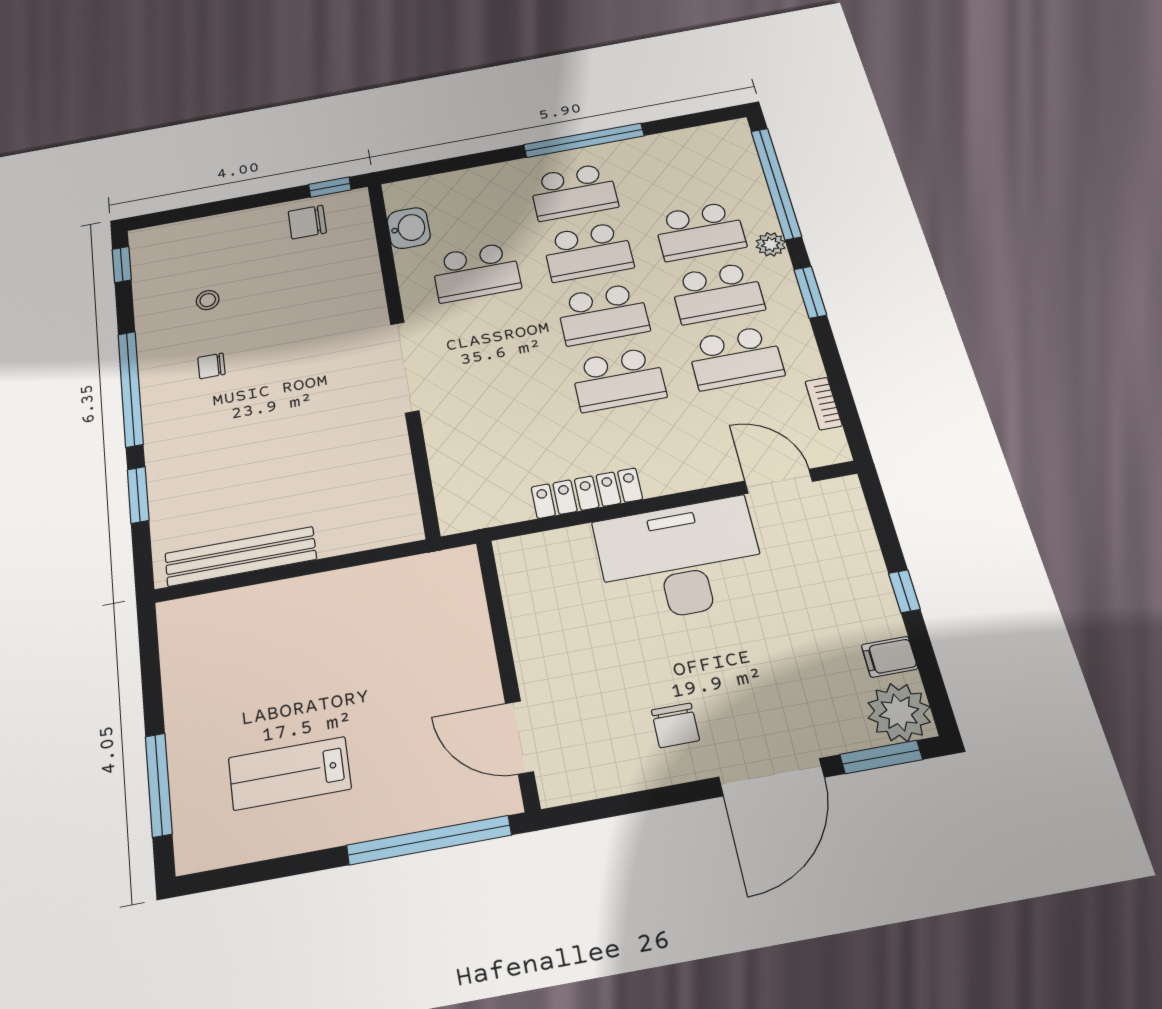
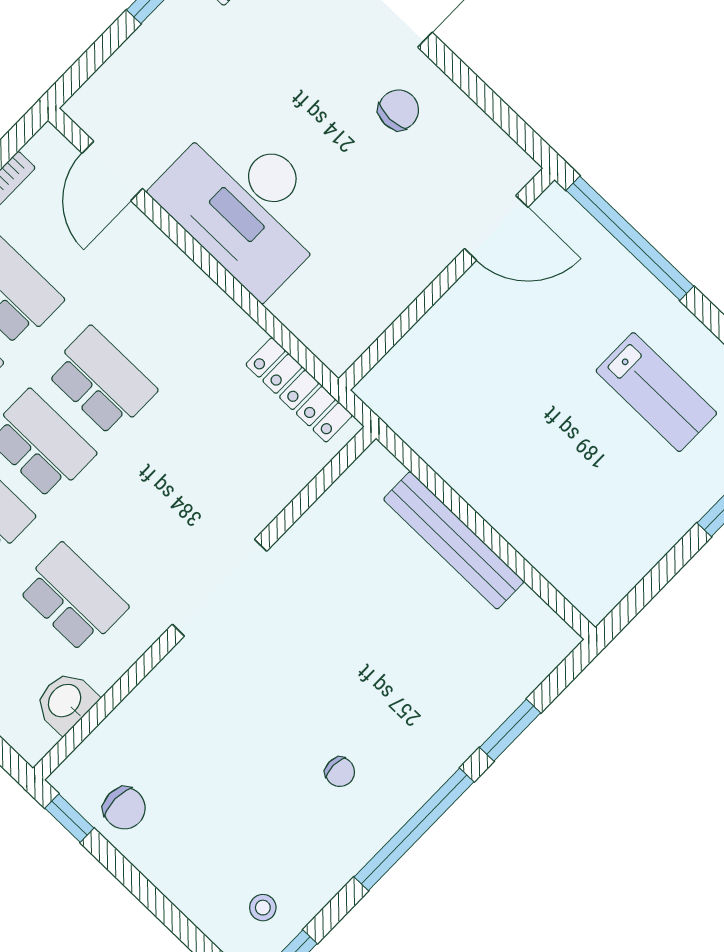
stool: (208, 300) -> (263, 908), moved
locker: (587, 493) -> (299, 390), moved
bench: (241, 556) -> (454, 540), moved
door: (519, 737) -> (496, 228), hinge flipped

